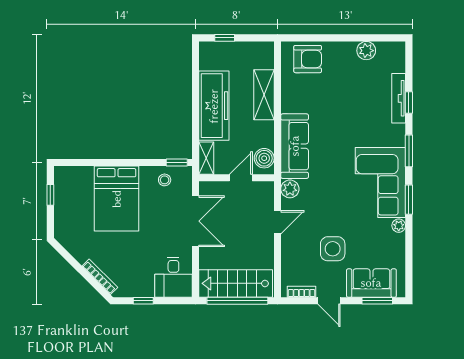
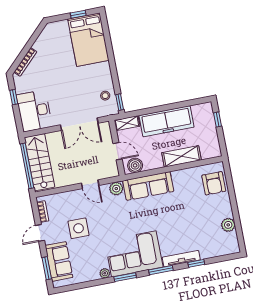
tv unit: (399, 98) -> (181, 259), moved
bed: (117, 199) -> (88, 40), moved, turned -90
desk: (173, 277) -> (34, 111), width x1.37

